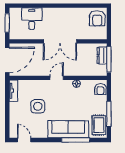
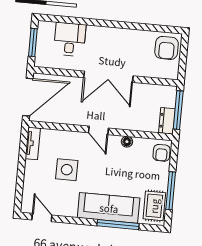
dresser: (102, 55) -> (167, 121), moved
door: (57, 78) -> (98, 130), swing flipped

